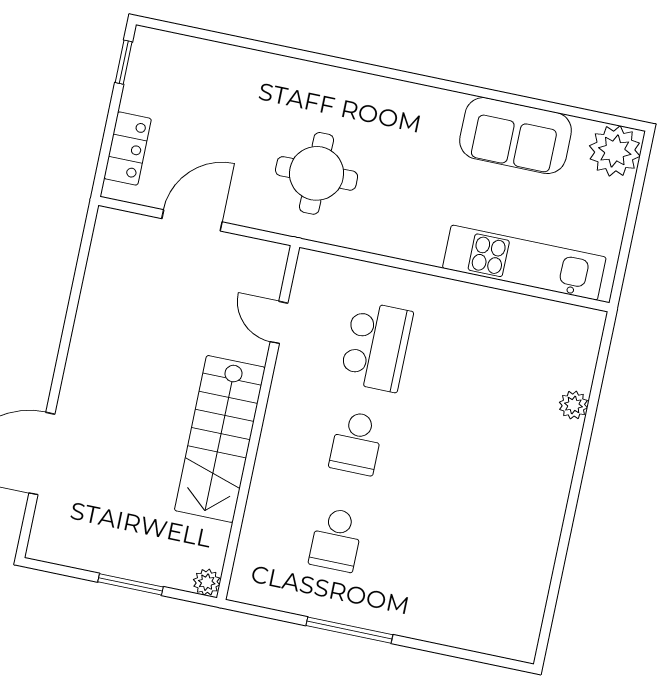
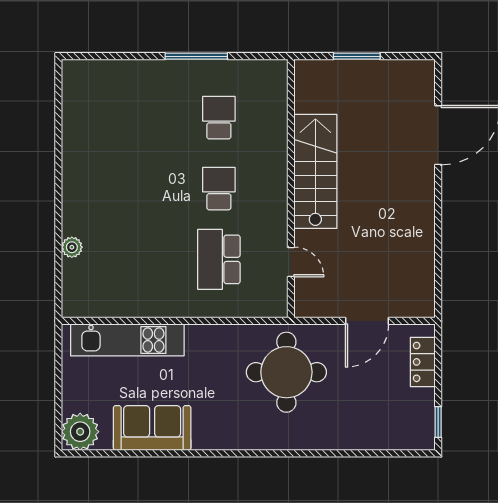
round table: (317, 173) -> (286, 372), width x1.36, depth x1.36
plant: (207, 582) -> (304, 69), removed

